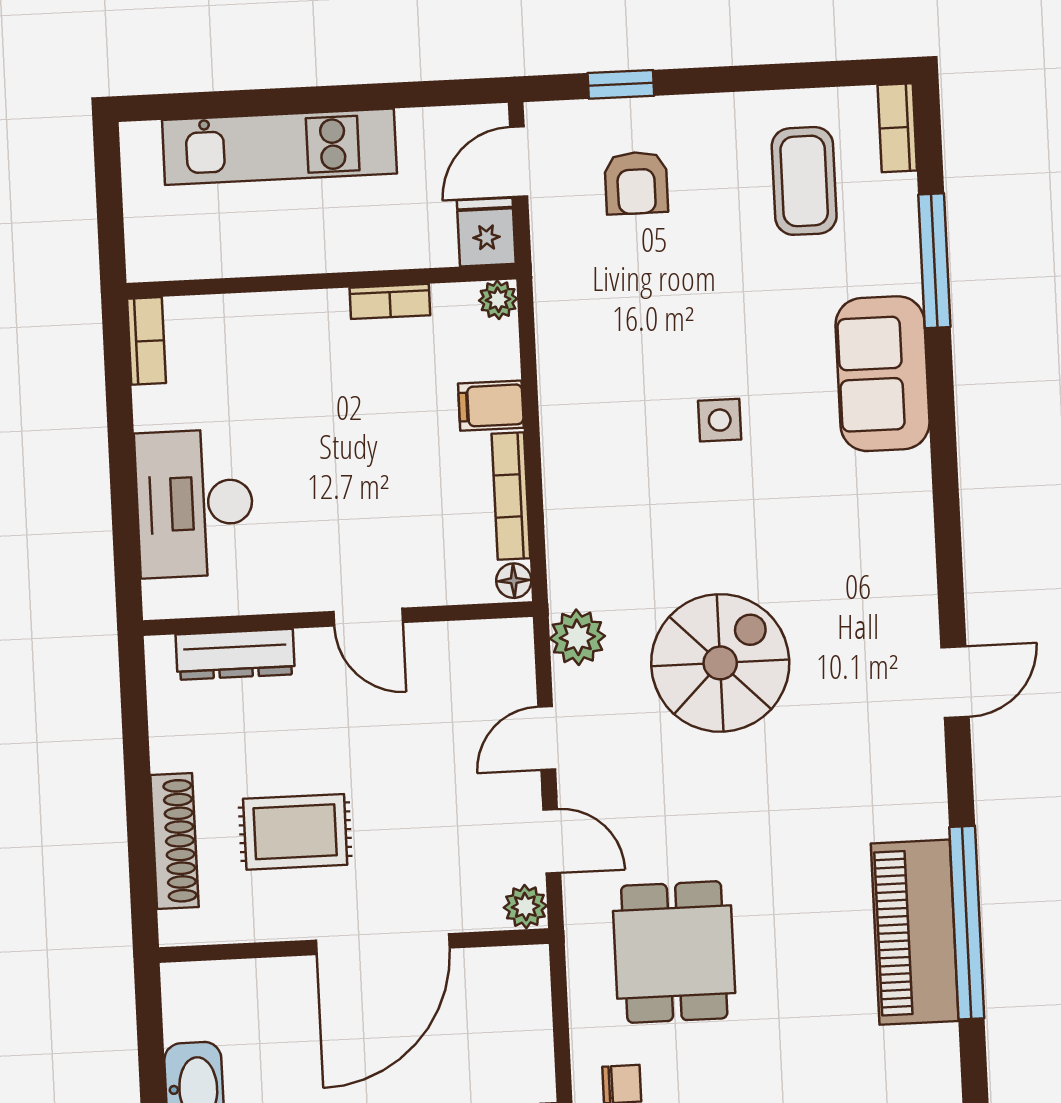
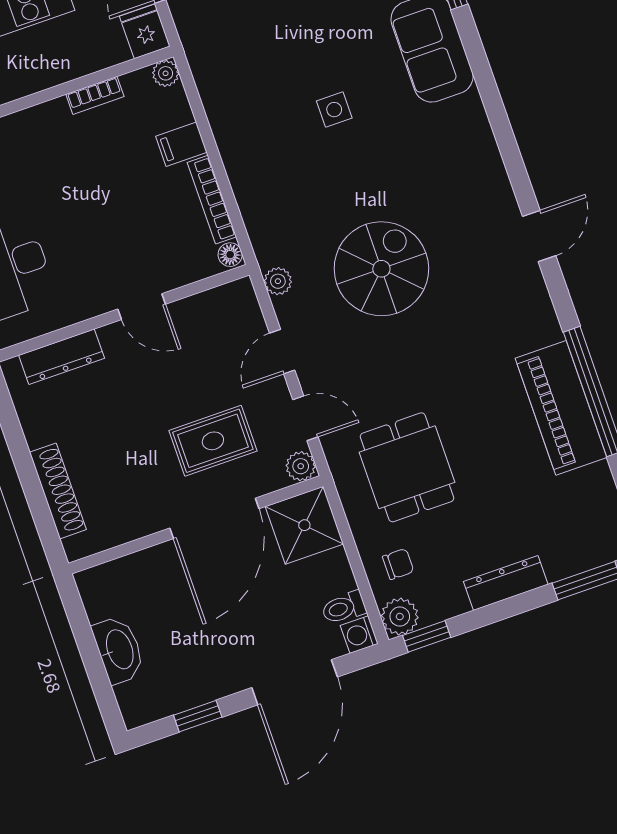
plant: (577, 637) -> (278, 281), width x0.73, depth x0.73
rug: (295, 832) -> (213, 441), moved
shower: (506, 991) -> (304, 525), added

